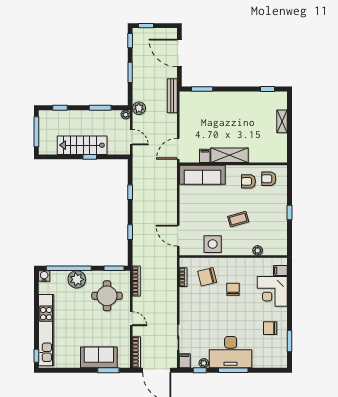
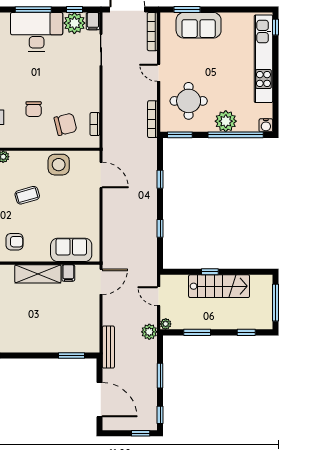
sofa: (202, 175) -> (71, 250), width x0.73
plant: (204, 363) -> (74, 23), width x1.87, depth x1.87

